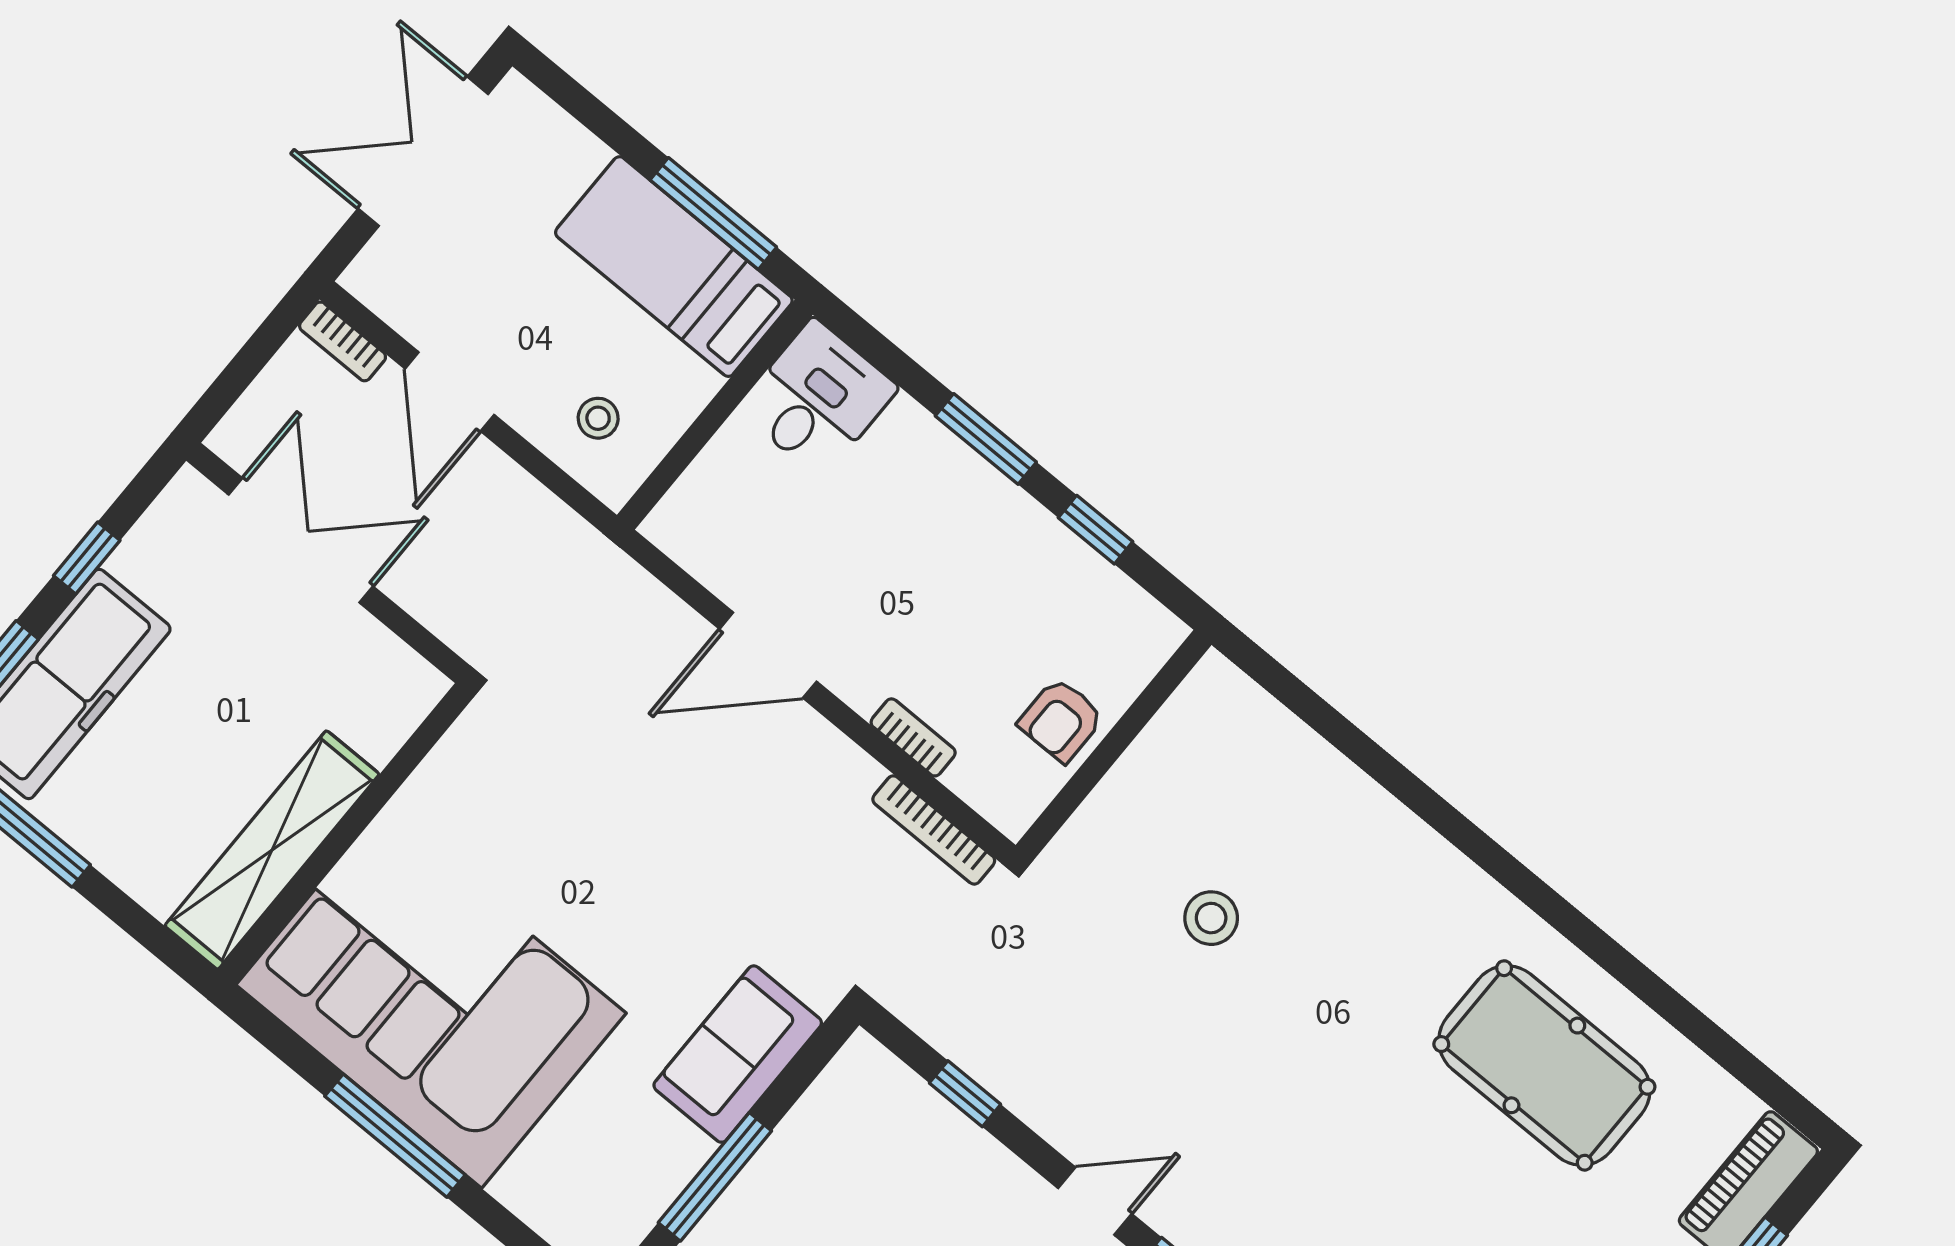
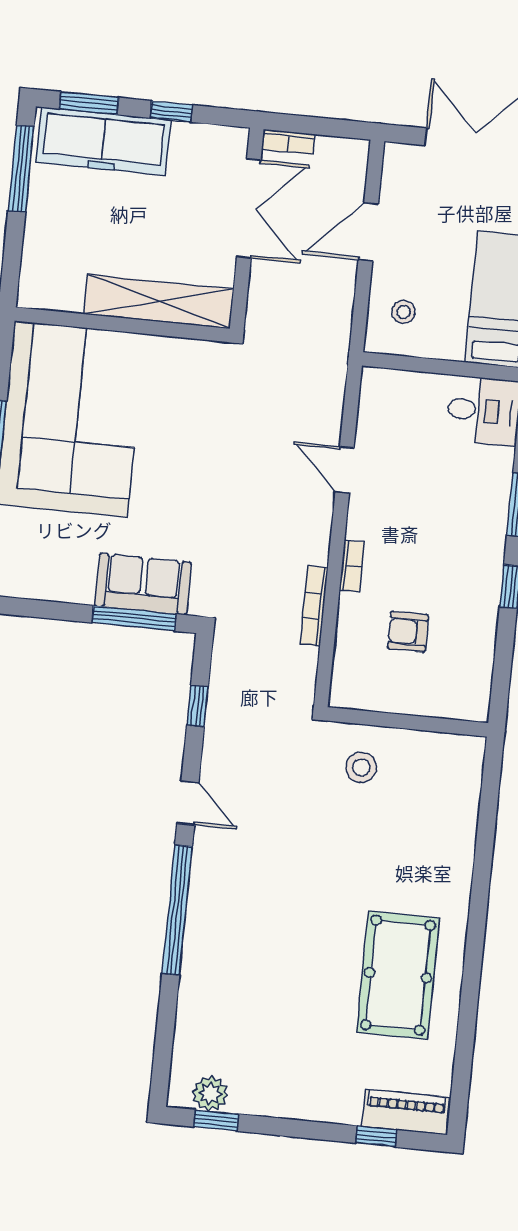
bookcase: (343, 341) -> (288, 142), moved, turned -90
door: (768, 655) -> (344, 470), width x0.73
wall: (1114, 745) -> (407, 722), moved
shelving: (272, 850) -> (159, 301), moved
window: (715, 1177) -> (134, 618), moved

